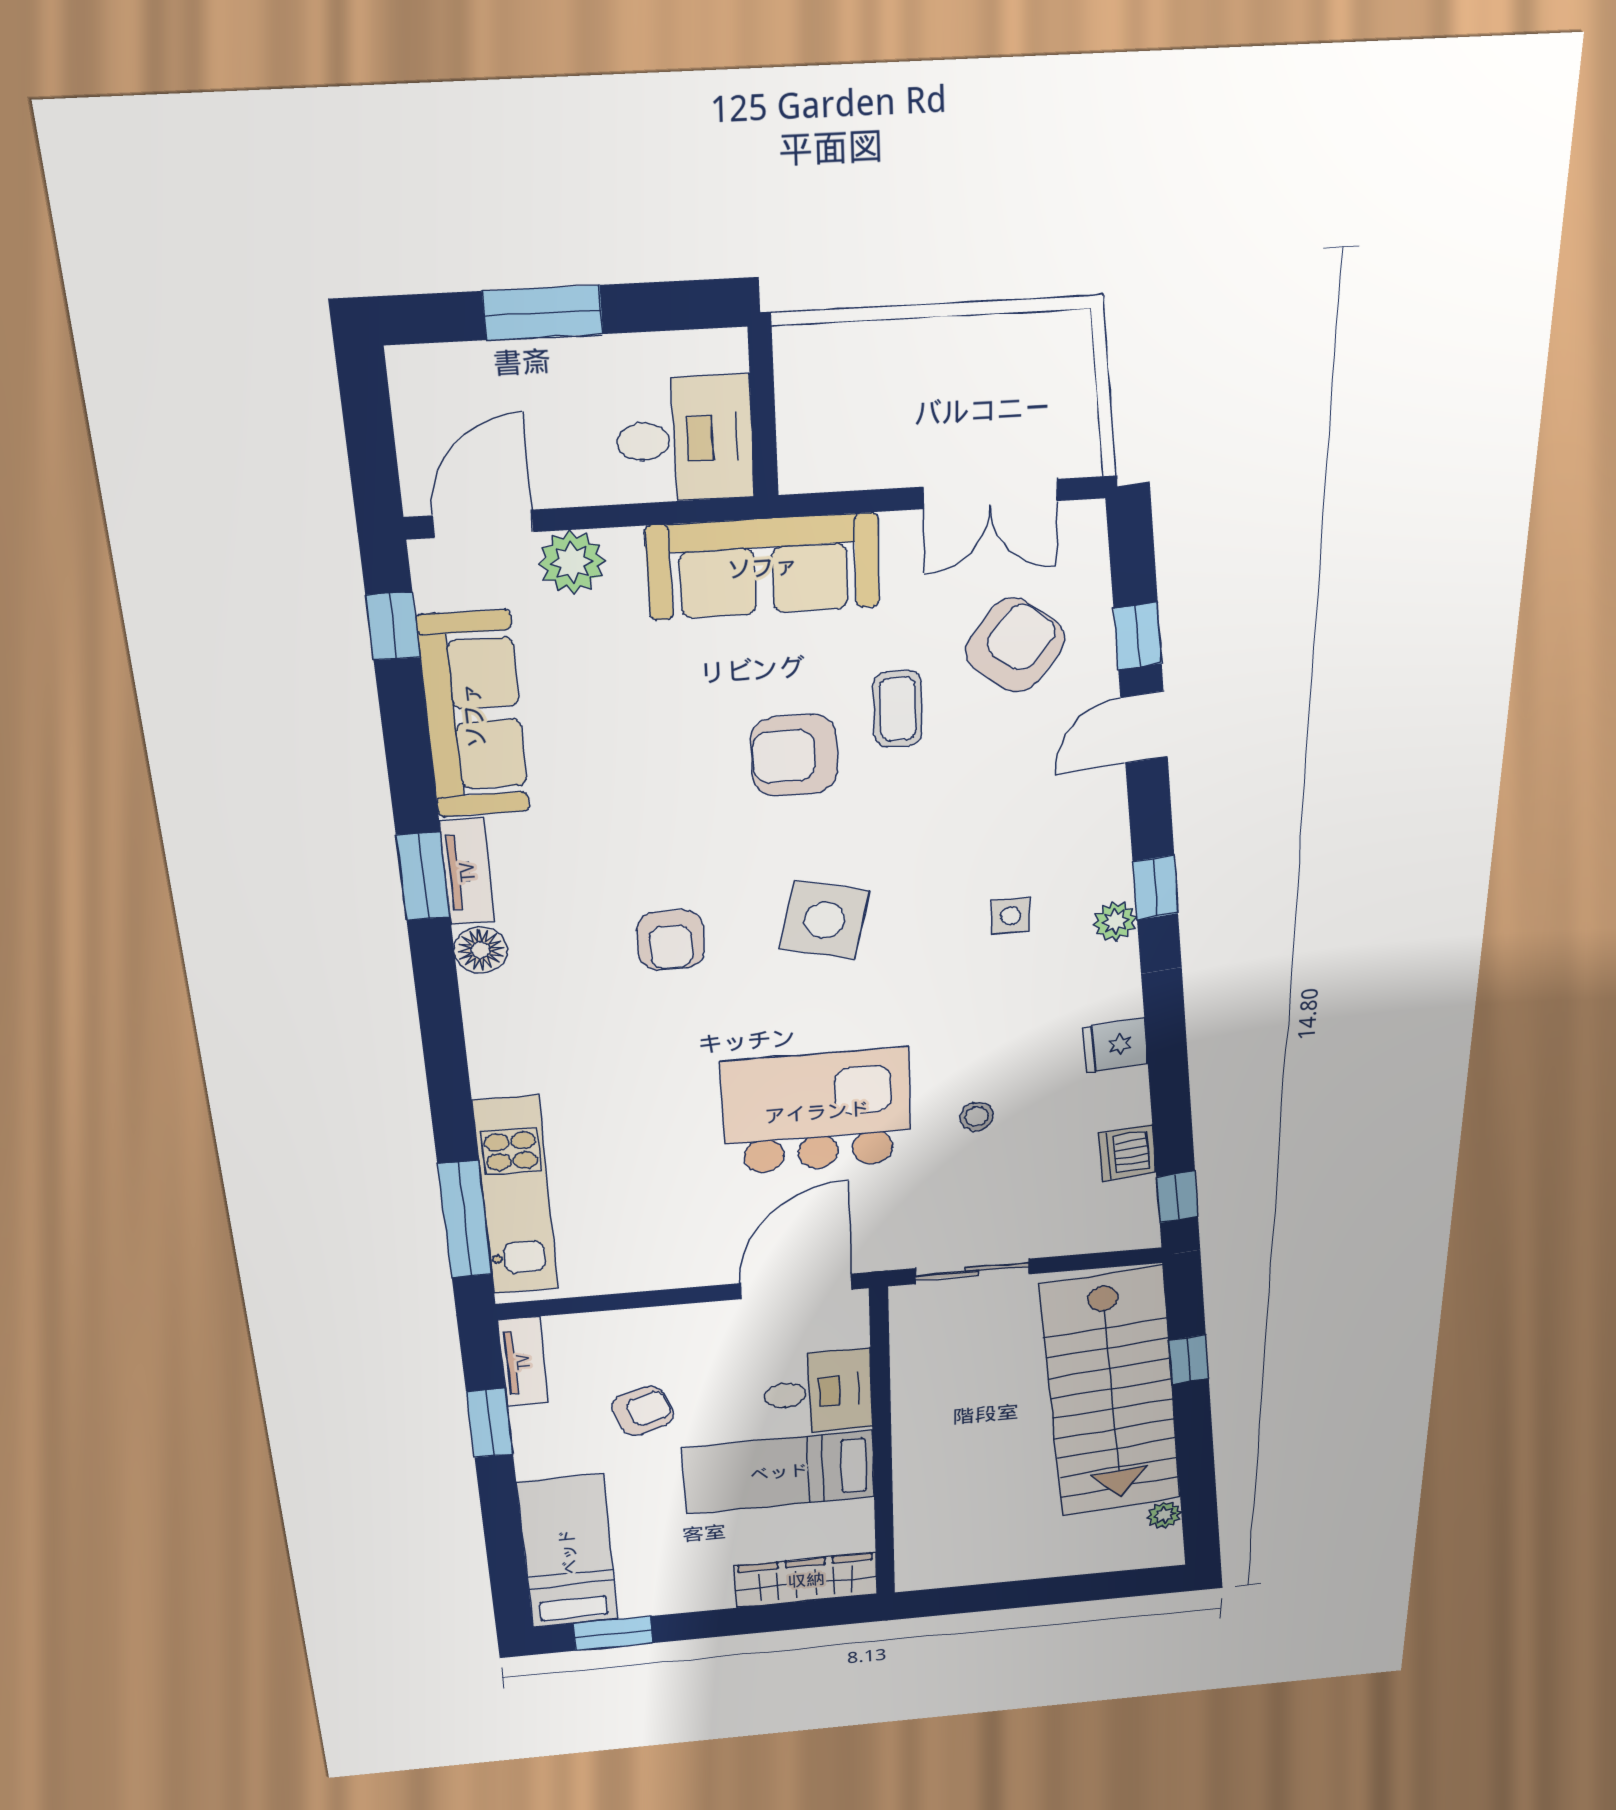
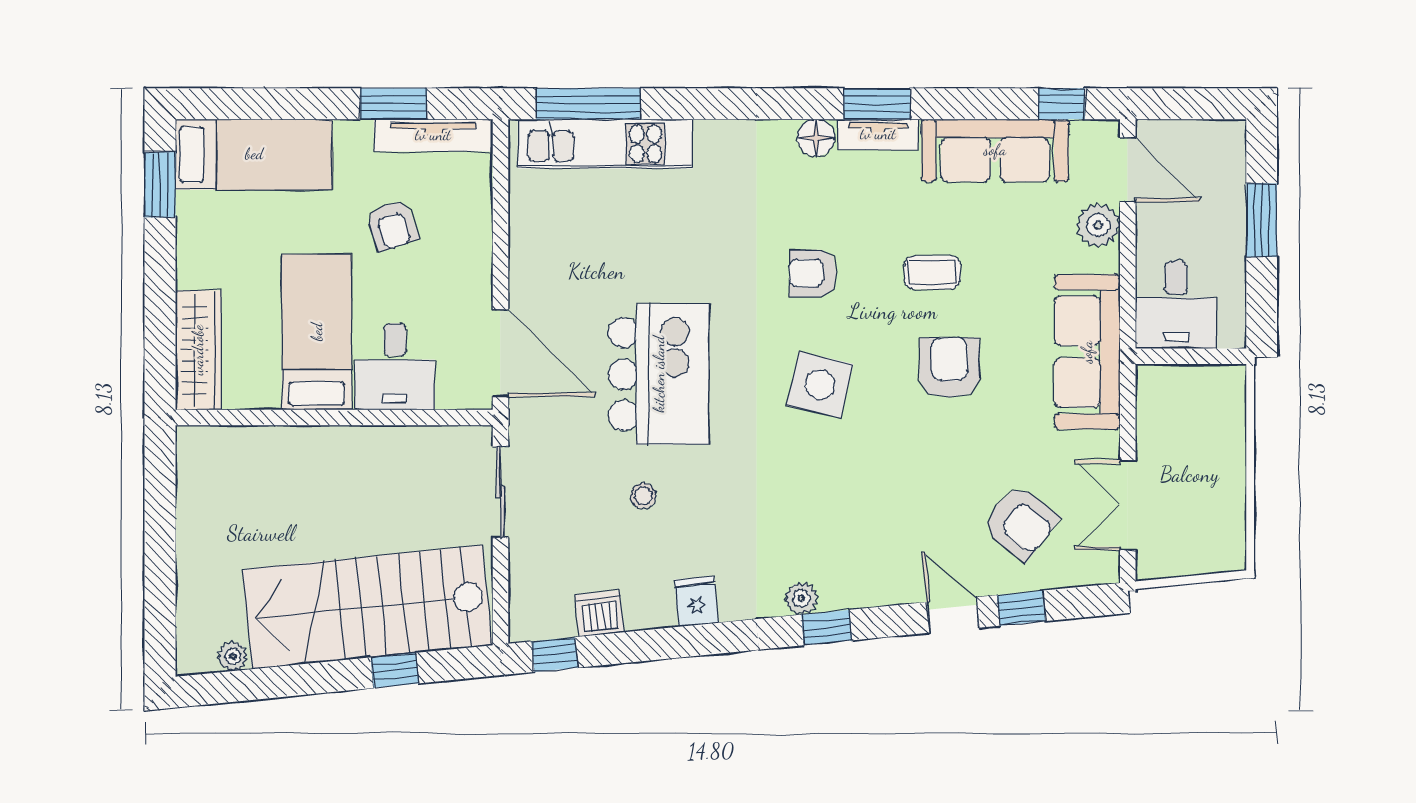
coffee table: (898, 709) -> (932, 272), moved
side table: (1011, 916) -> (812, 521), removed
tv unit: (523, 1362) -> (433, 135), width x1.41

